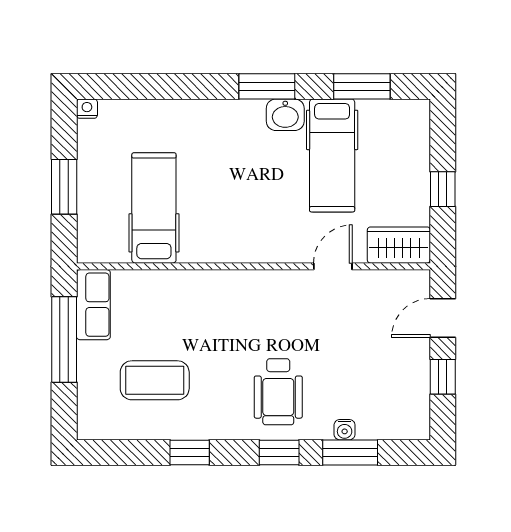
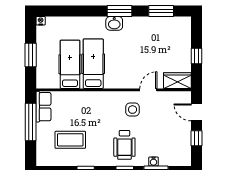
washbasin: (285, 115) -> (114, 23), moved
hospital bed: (332, 155) -> (93, 64), moved, turned 180
side table: (297, 311) -> (133, 110), added
door: (443, 318) -> (197, 112), hinge flipped

